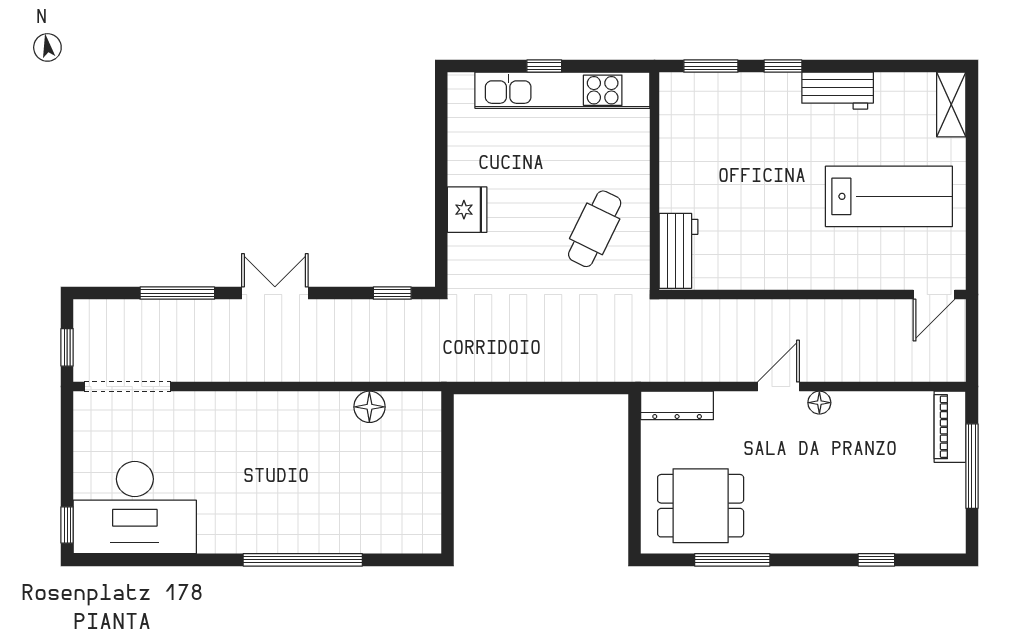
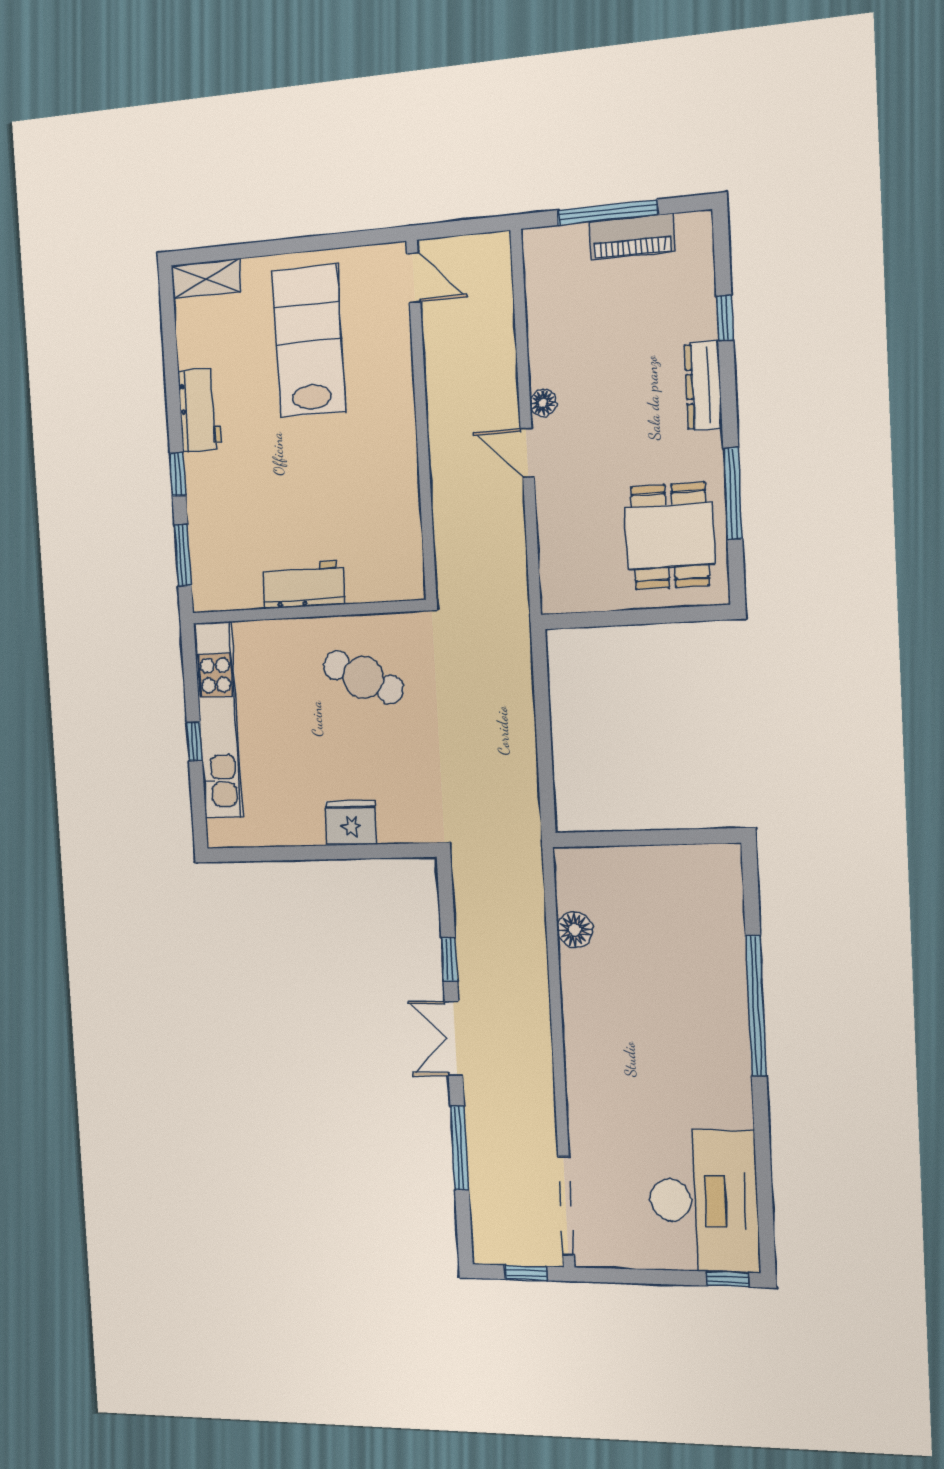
workbench: (678, 251) -> (303, 585), moved
window: (392, 293) -> (449, 959), moved
dresser: (677, 405) -> (703, 386), moved, turned 180
piano: (950, 427) -> (632, 237), moved

